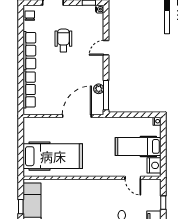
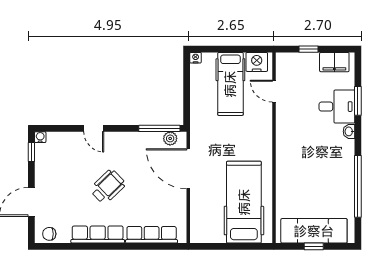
wheelchair: (63, 40) -> (108, 187), moved, turned 136
plant: (99, 89) -> (170, 138), moved
door: (133, 178) -> (274, 91), swing flipped

